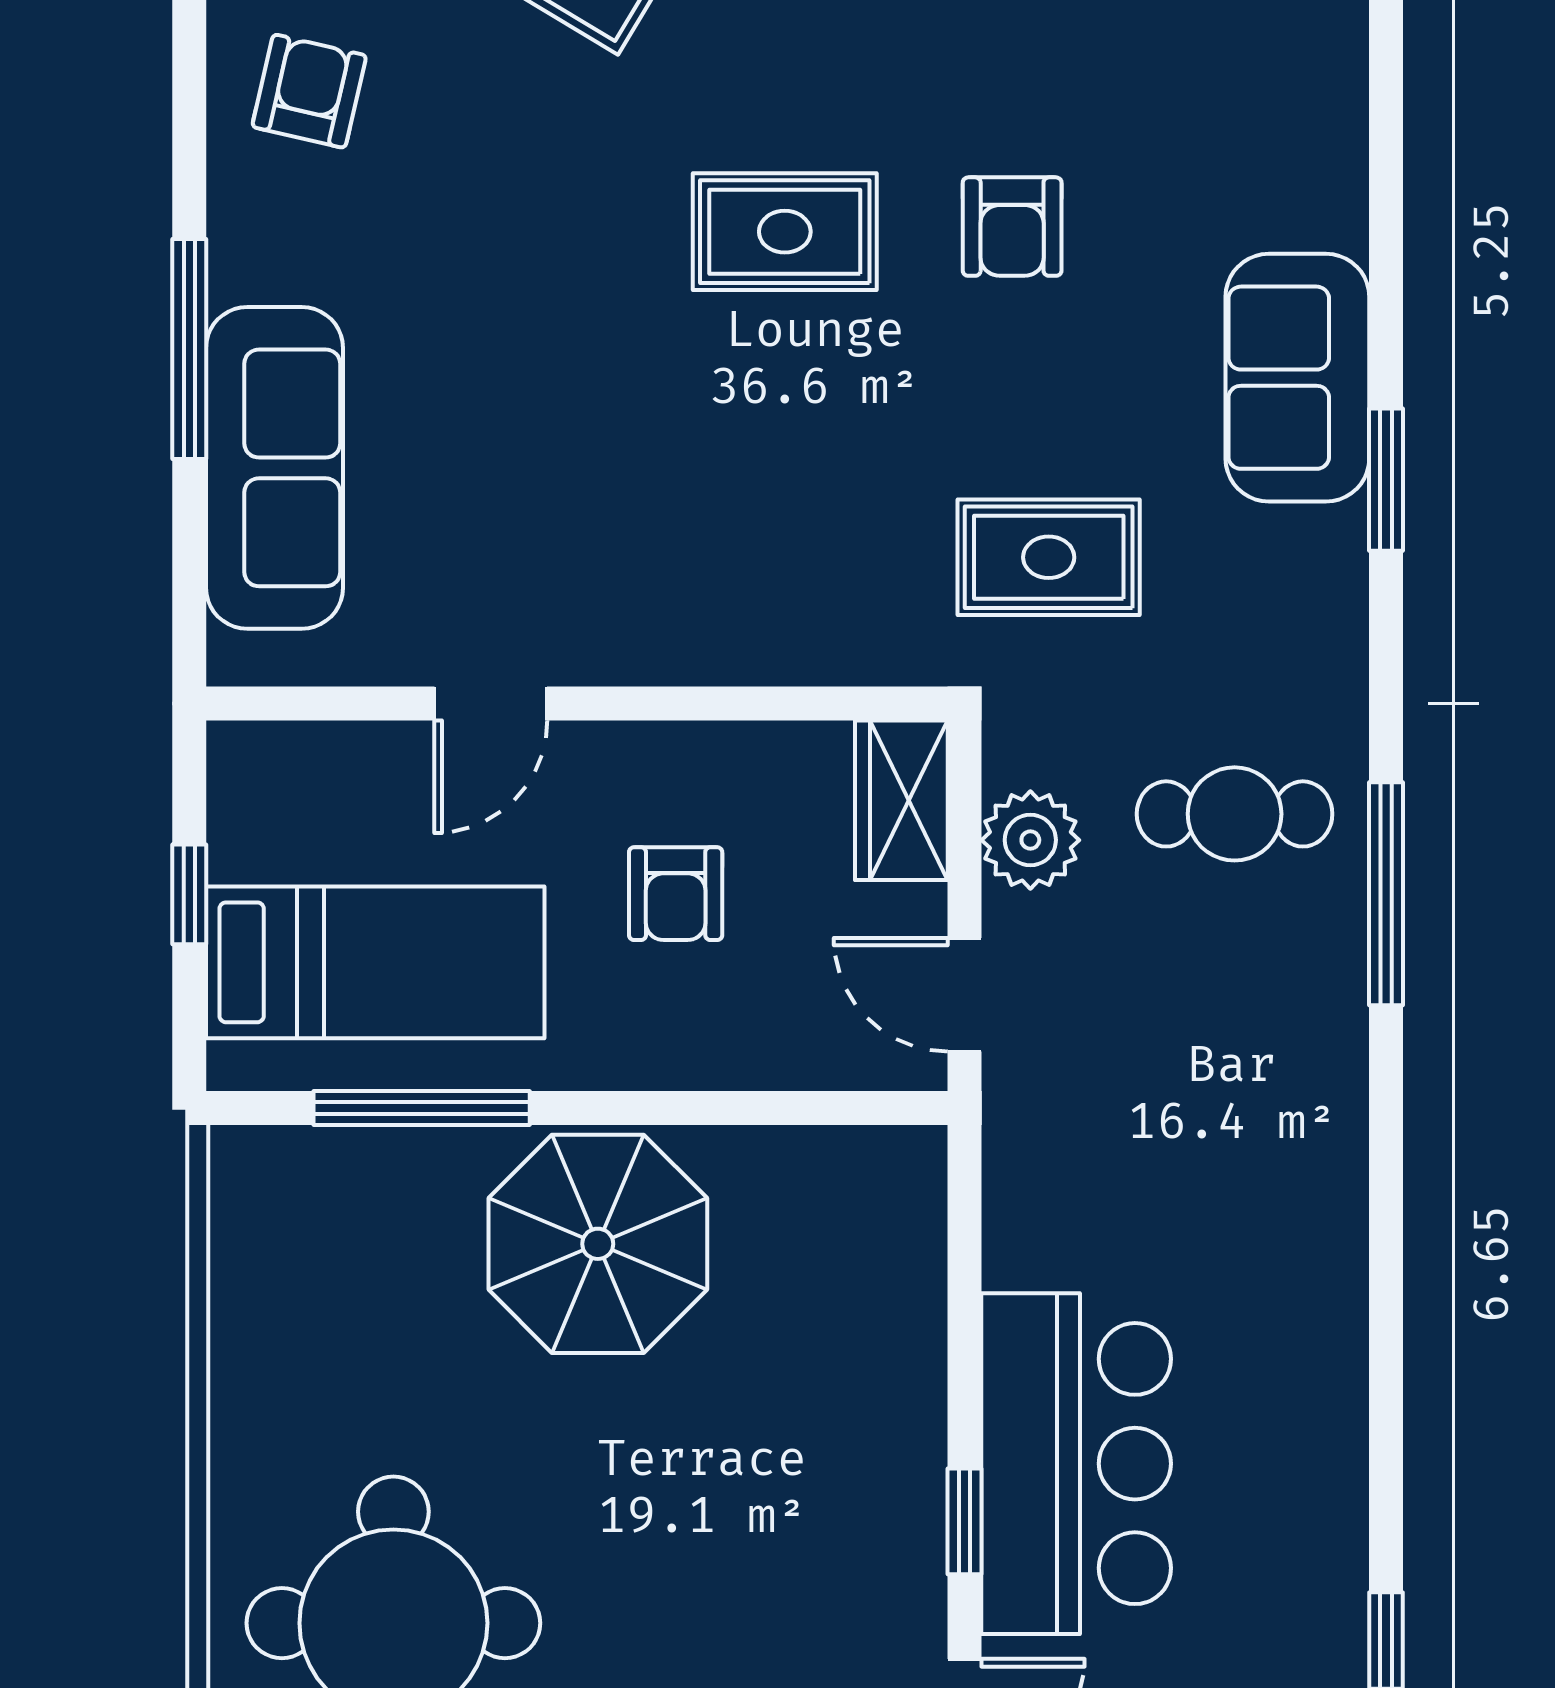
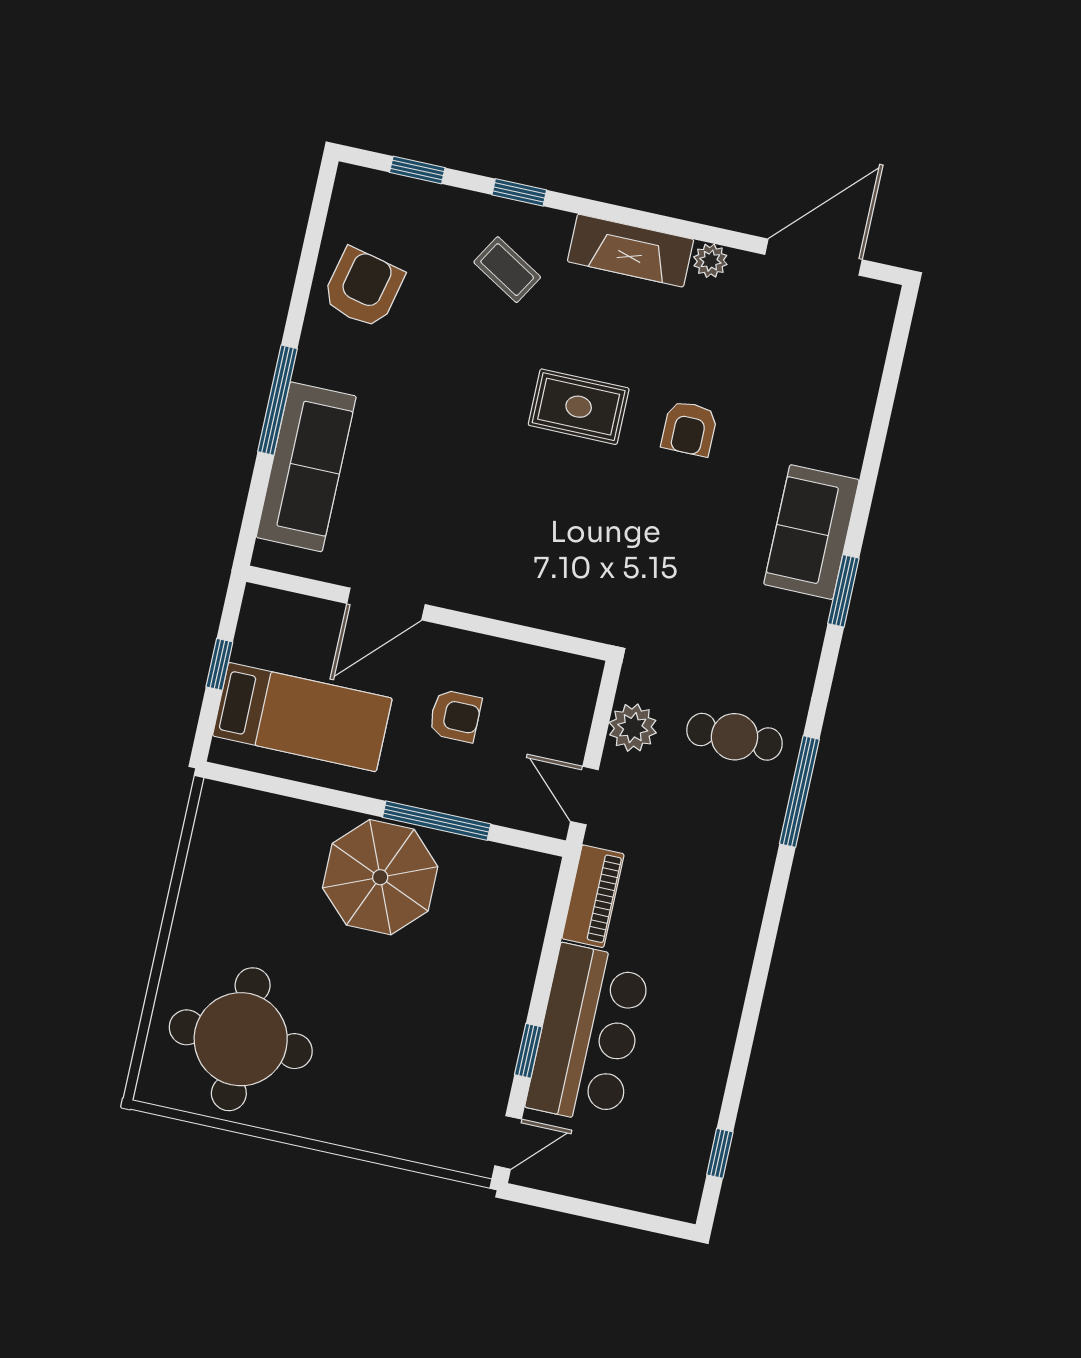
armchair: (309, 91) -> (363, 288), width x1.38, depth x1.38
rug: (1049, 557) -> (672, 593), removed
door: (491, 704) -> (386, 604), width x1.38
wardrobe: (901, 800) -> (575, 695), removed
armchair: (676, 894) -> (455, 716), turned -90
window: (422, 1108) -> (437, 821), moved
piano: (1025, 1189) -> (593, 896), added

